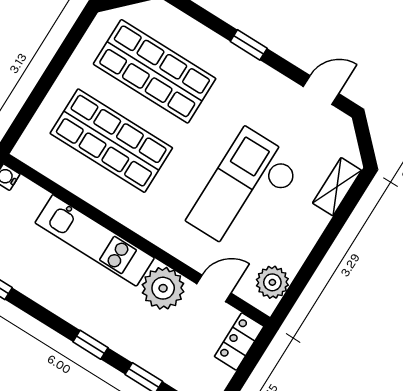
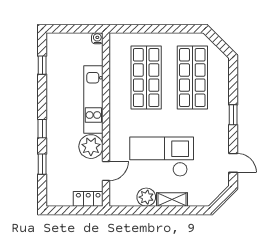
shelving: (337, 187) -> (172, 199), moved
plant: (272, 282) -> (146, 197), moved
door: (214, 288) -> (106, 171), hinge flipped

